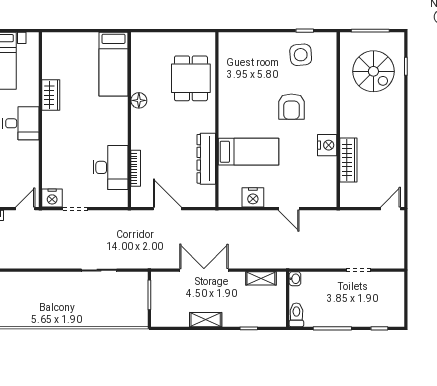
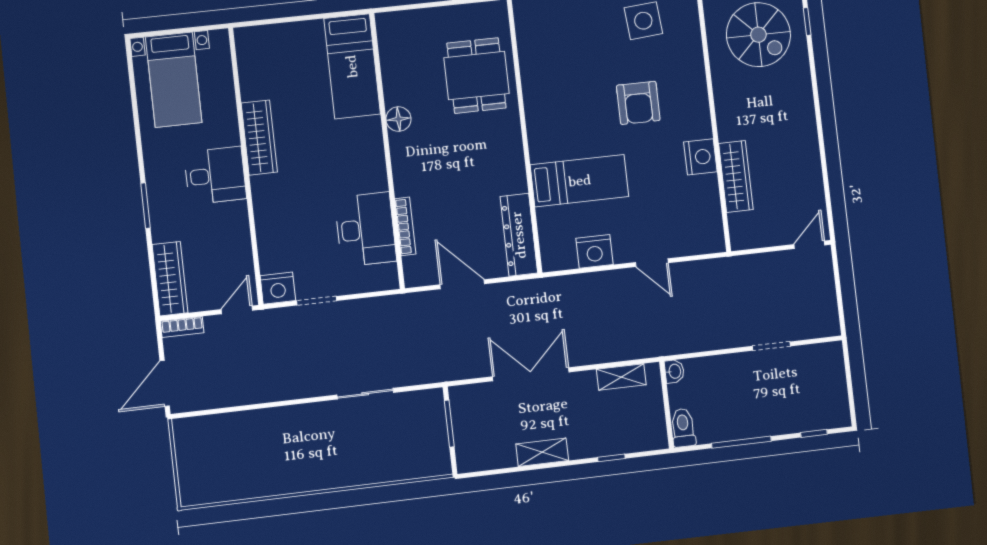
wardrobe: (51, 95) -> (259, 138), width x1.50
dresser: (206, 159) -> (519, 235), moved

